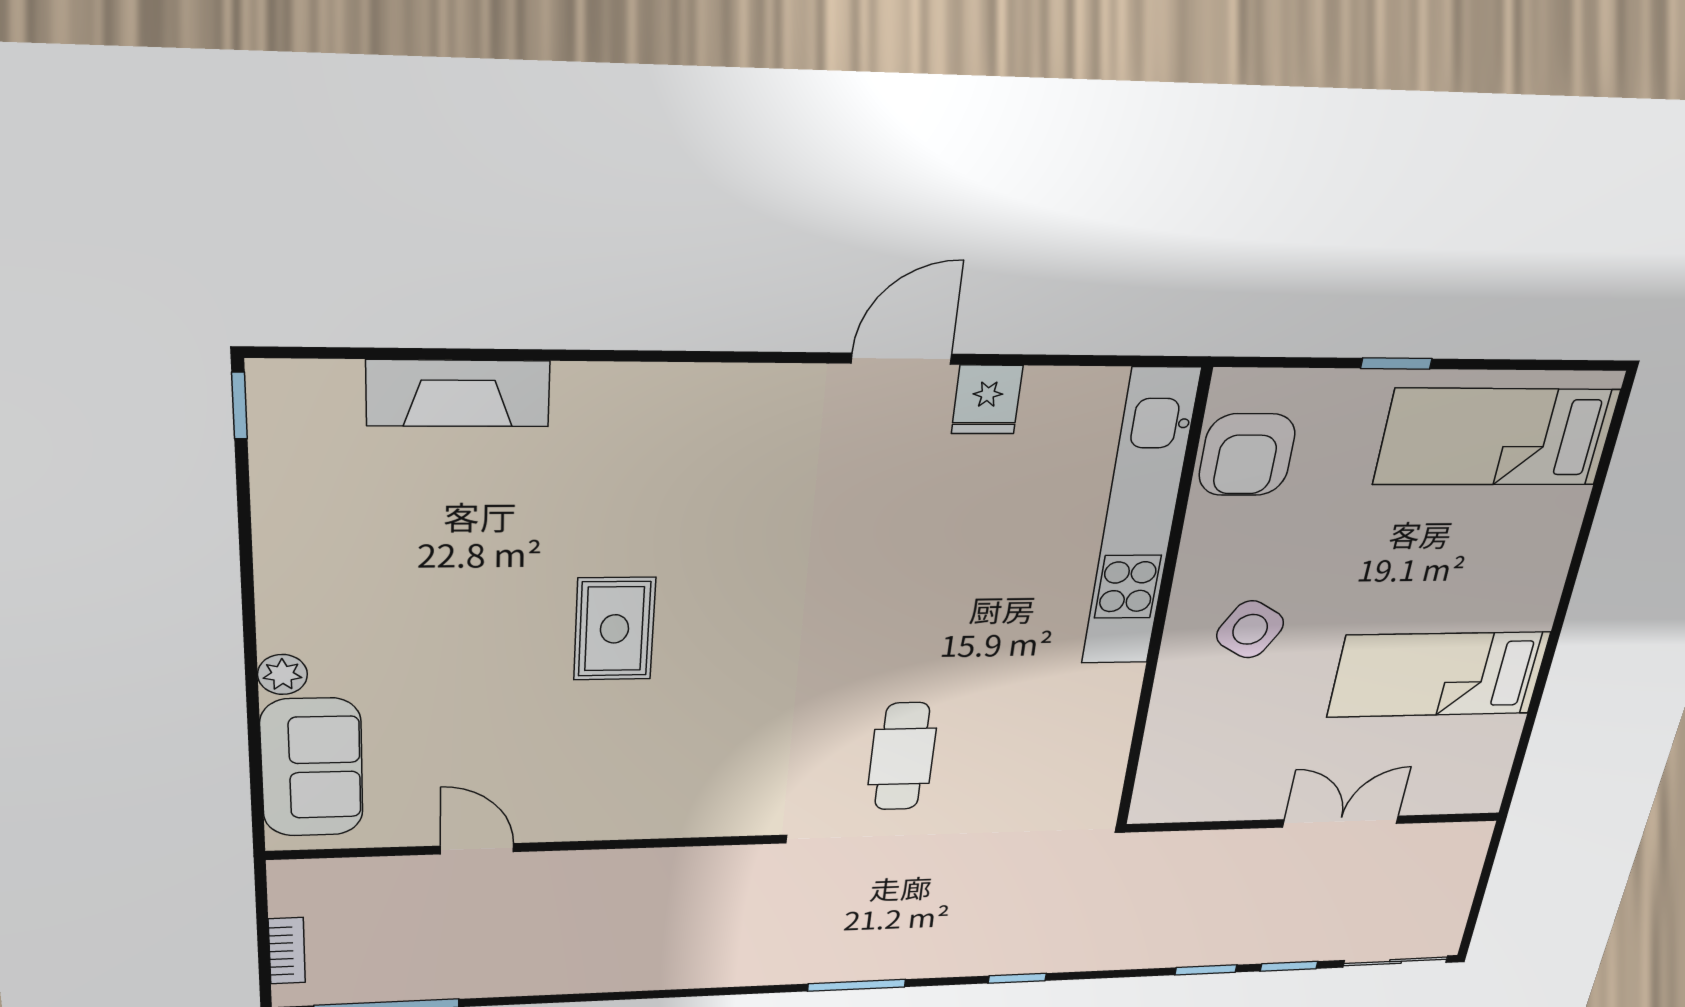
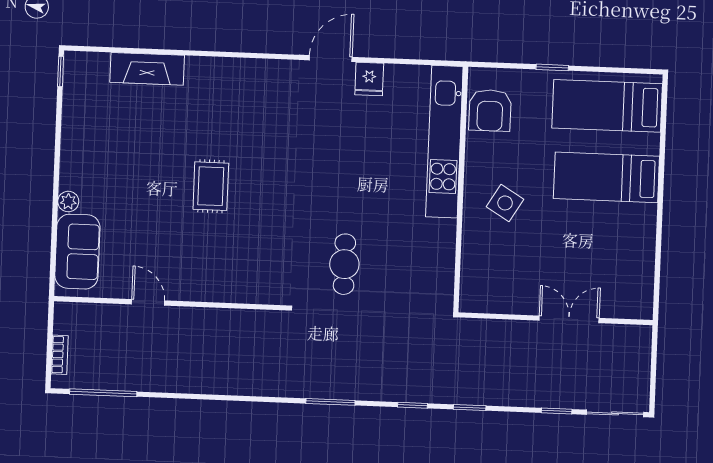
bed: (1439, 675) -> (606, 177), moved
window: (1206, 970) -> (470, 408), moved

